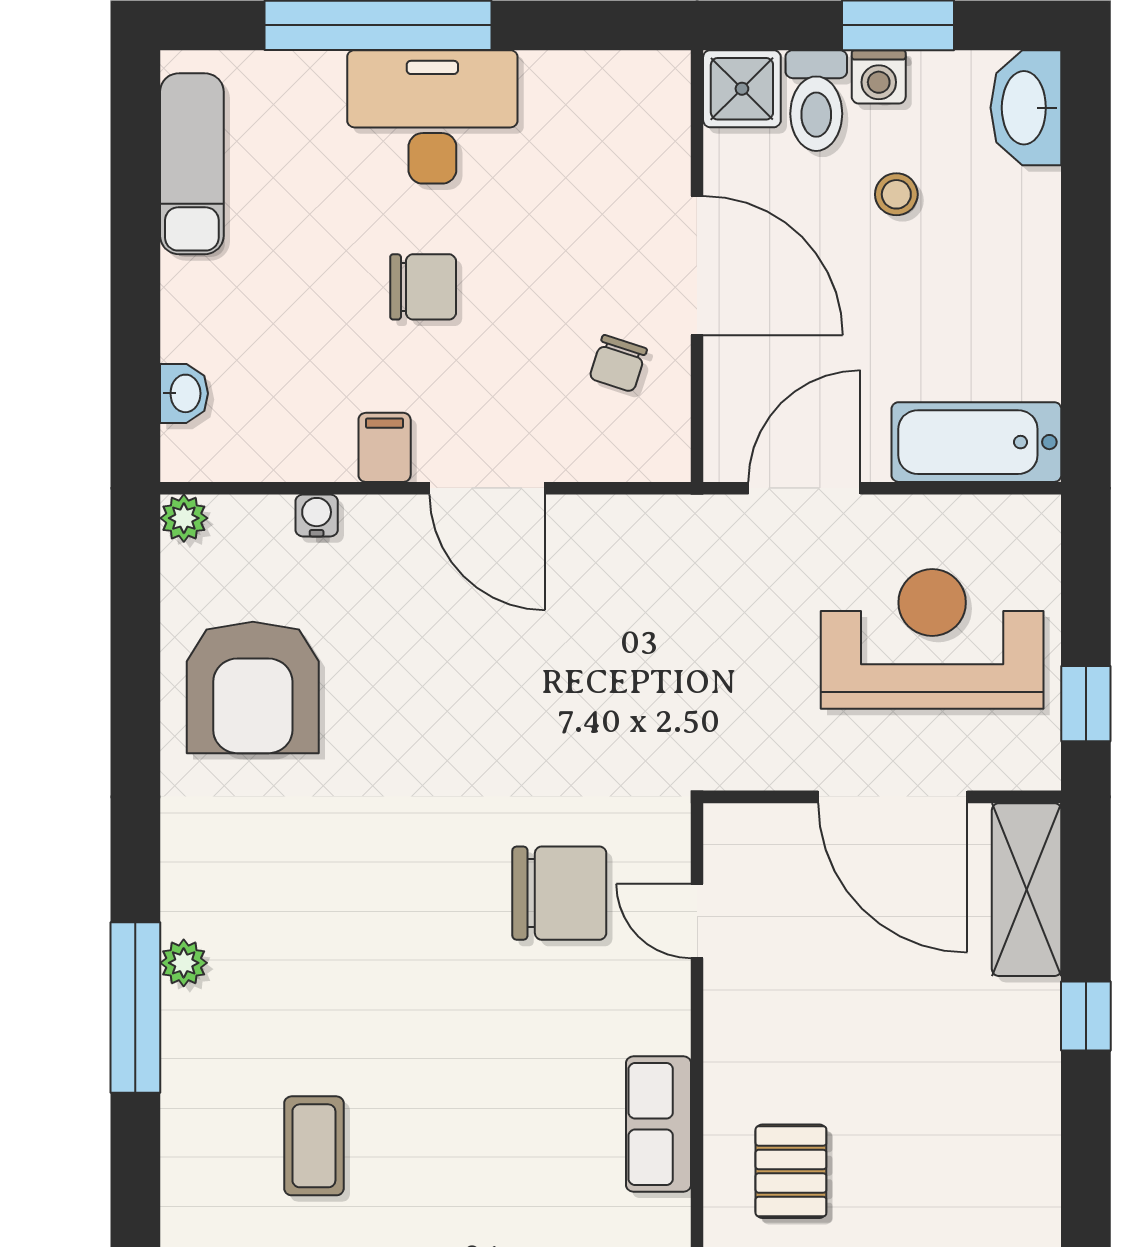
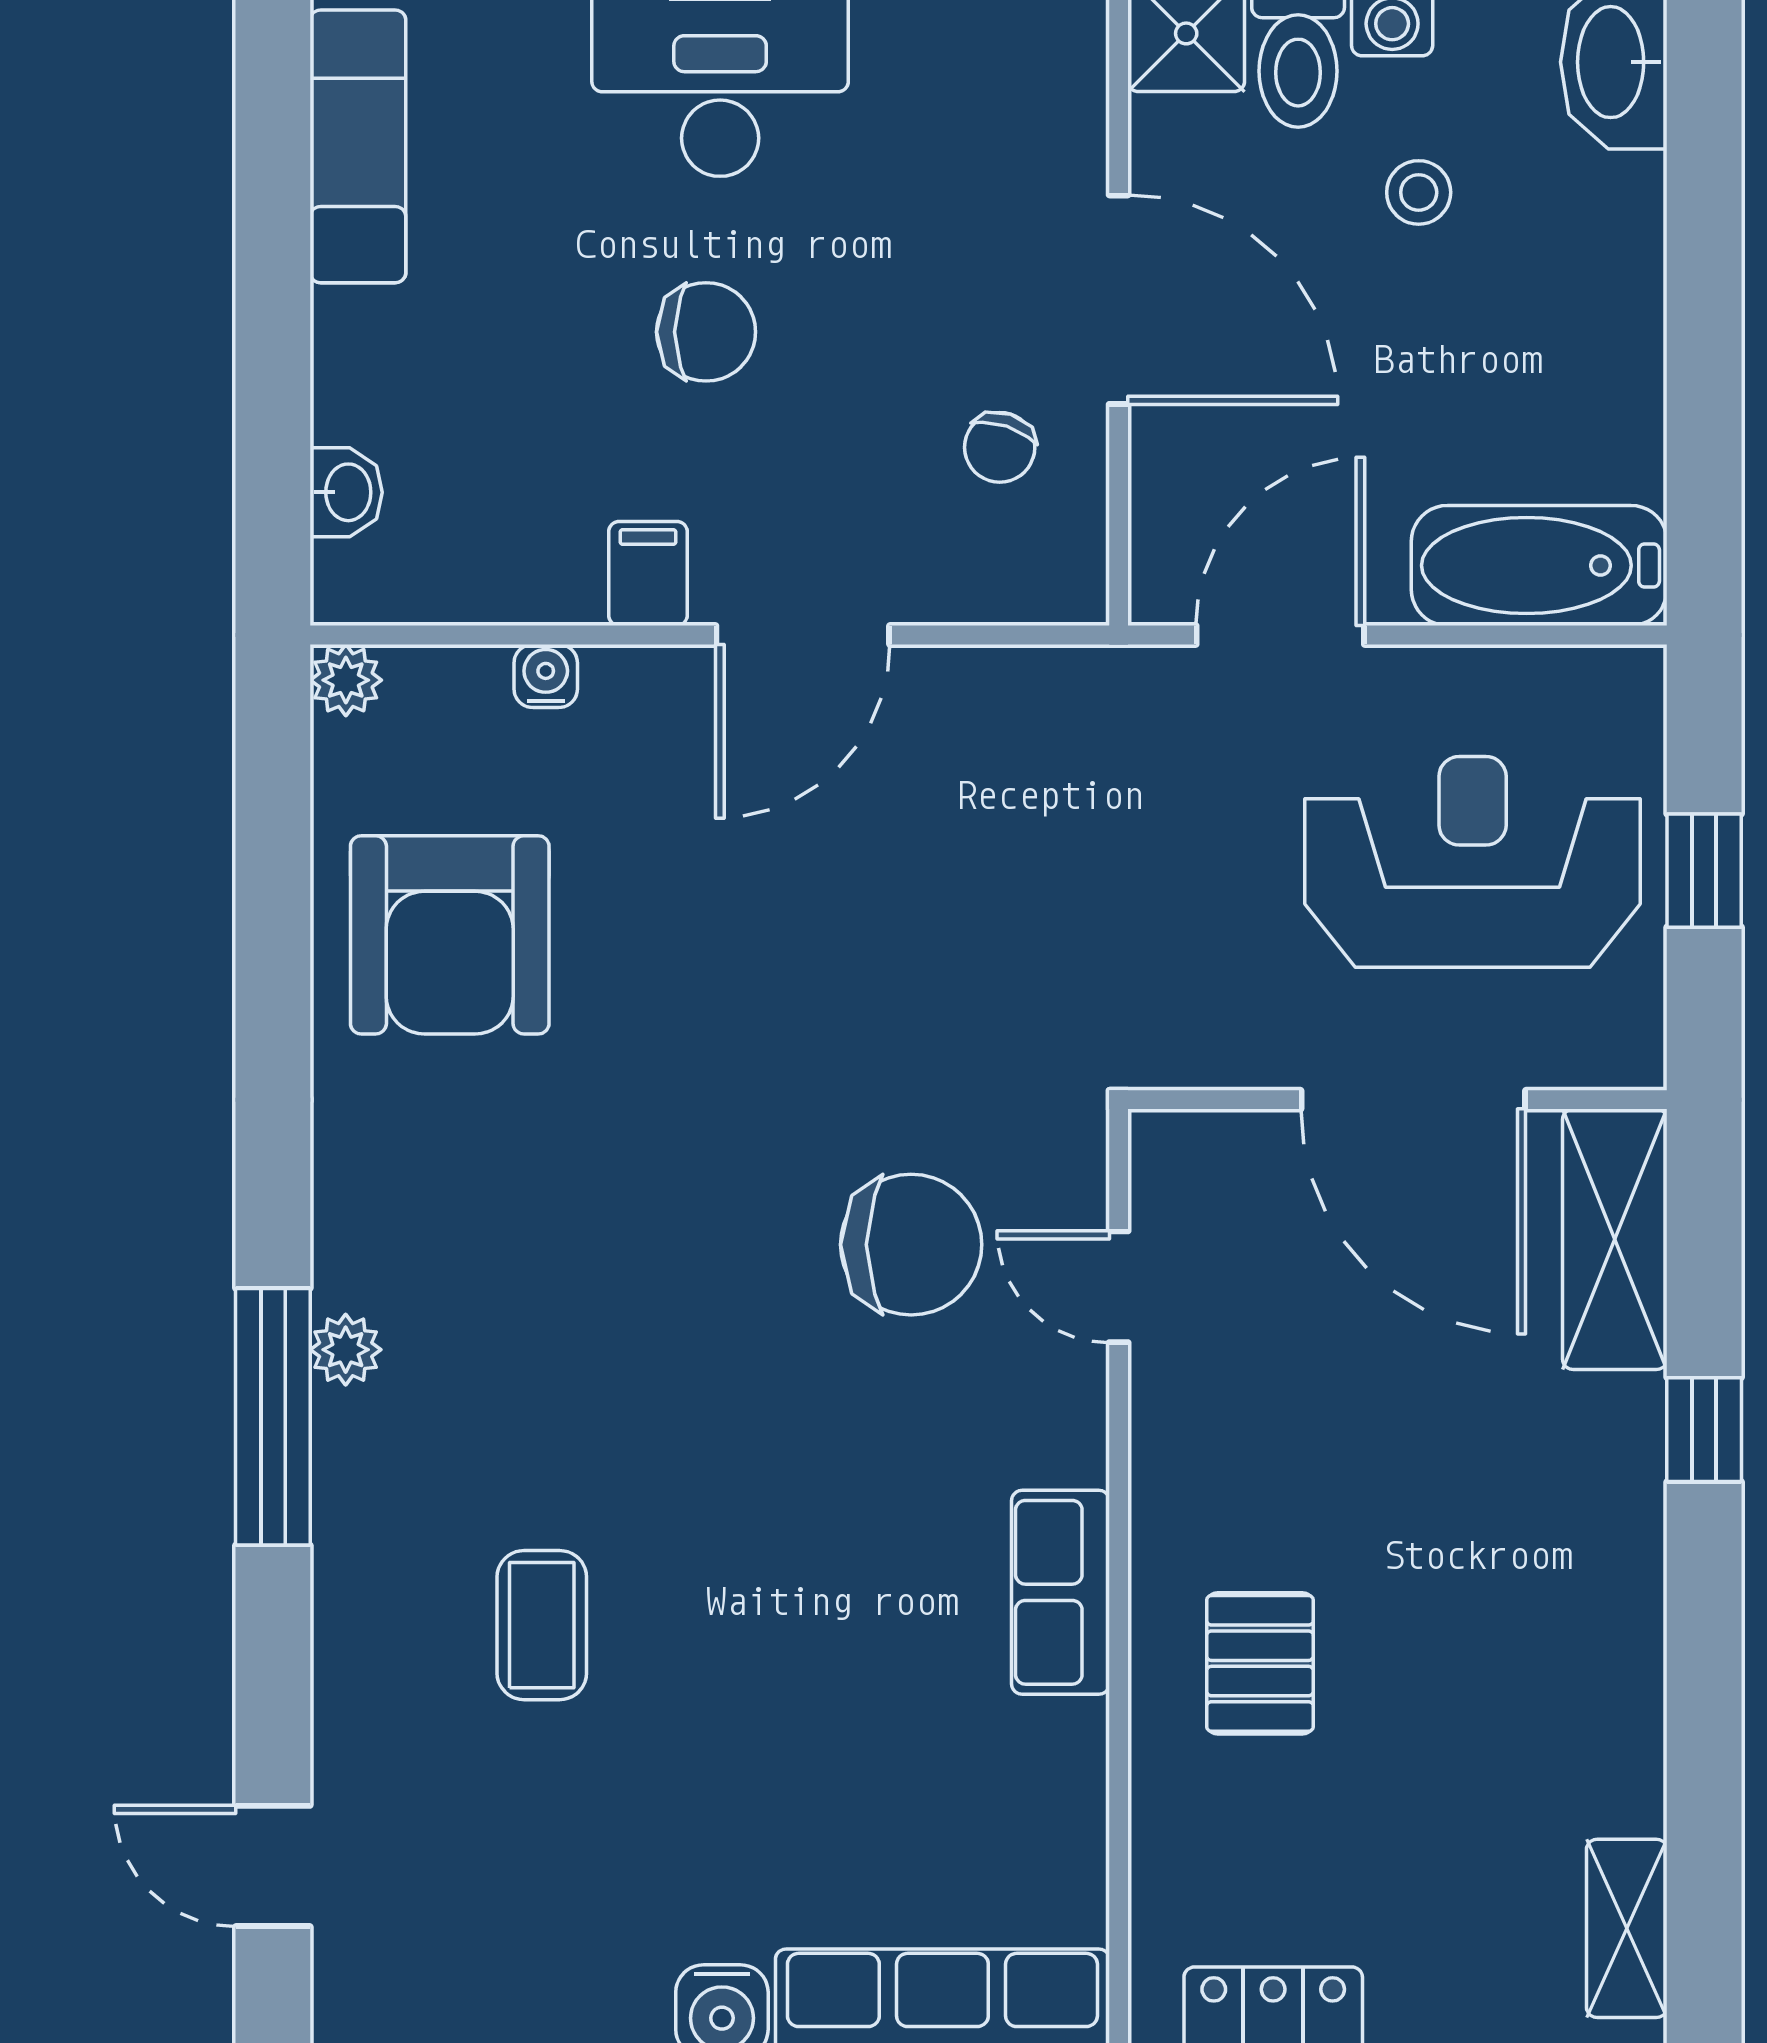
door: (487, 488) -> (803, 635), hinge flipped
window: (1086, 704) -> (1704, 871), moved

